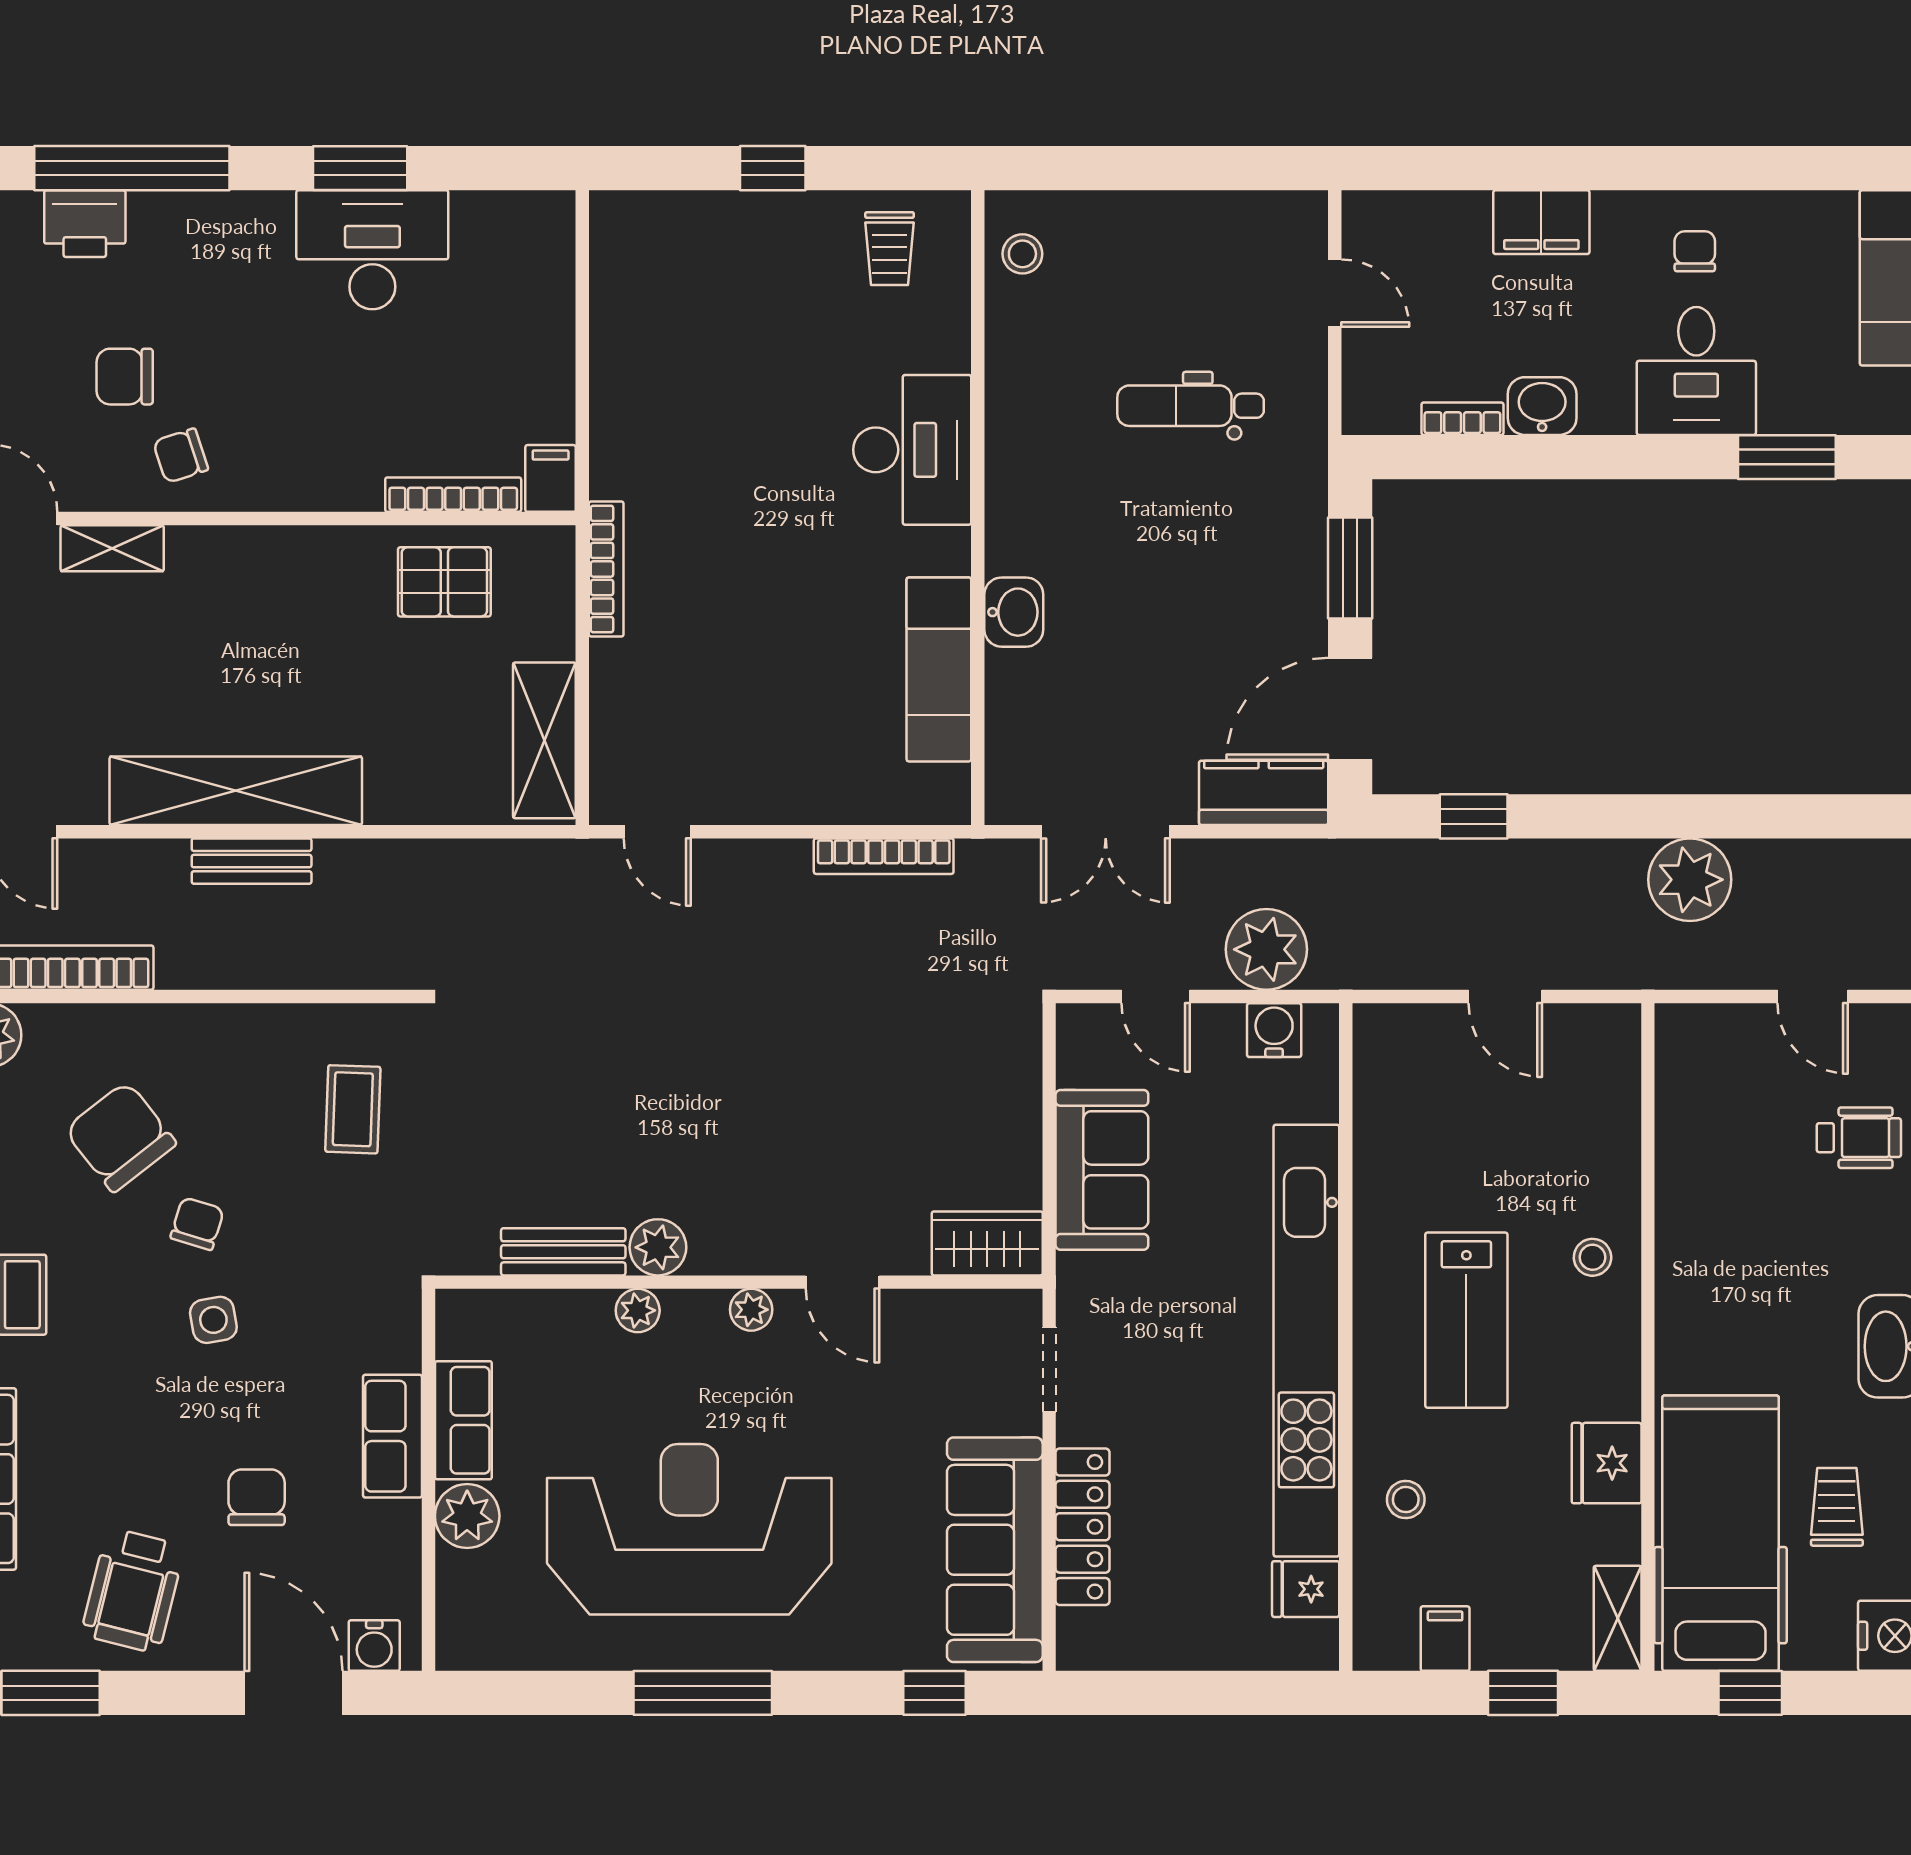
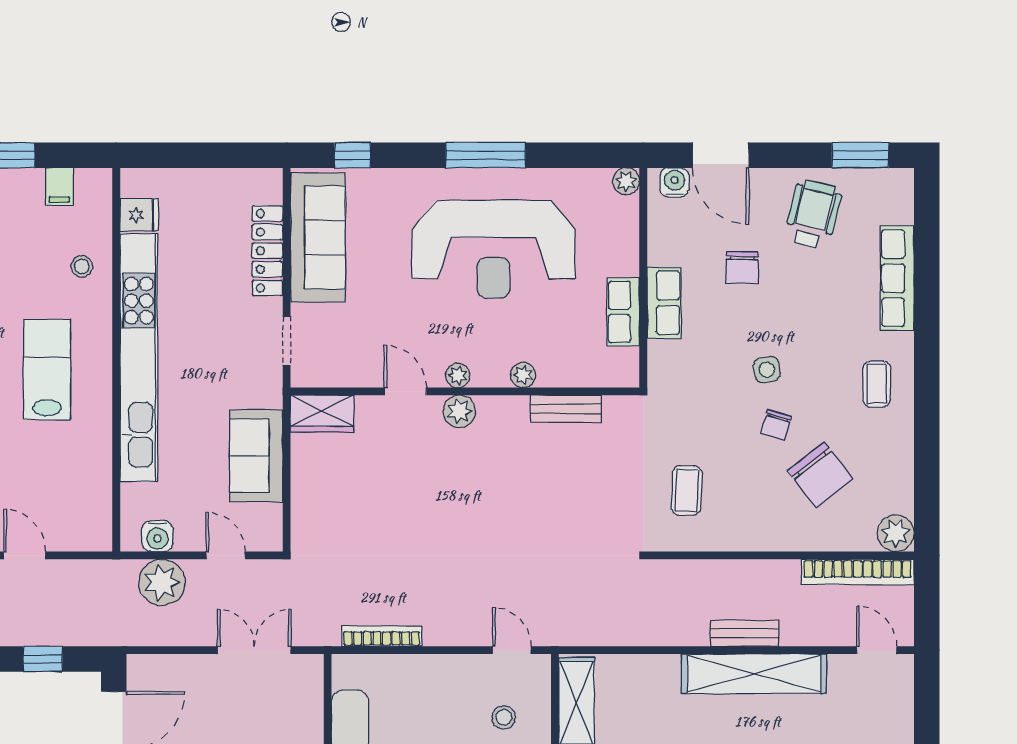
stool: (671, 714) -> (504, 717), added
kitchen counter: (1264, 793) -> (163, 672), removed
plant: (658, 1247) -> (459, 411), moved
plant: (467, 1516) -> (626, 181), moved, width x0.73, depth x0.73

